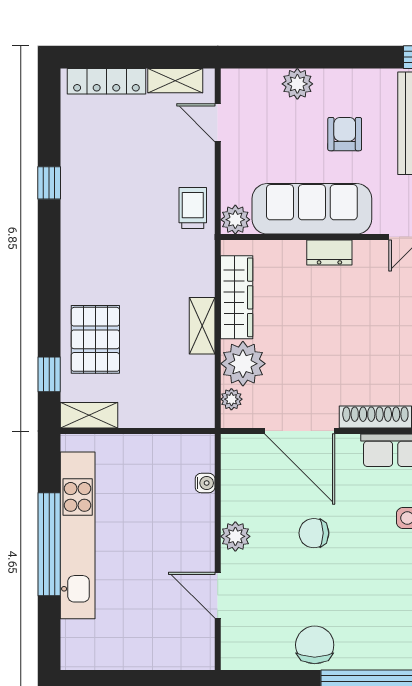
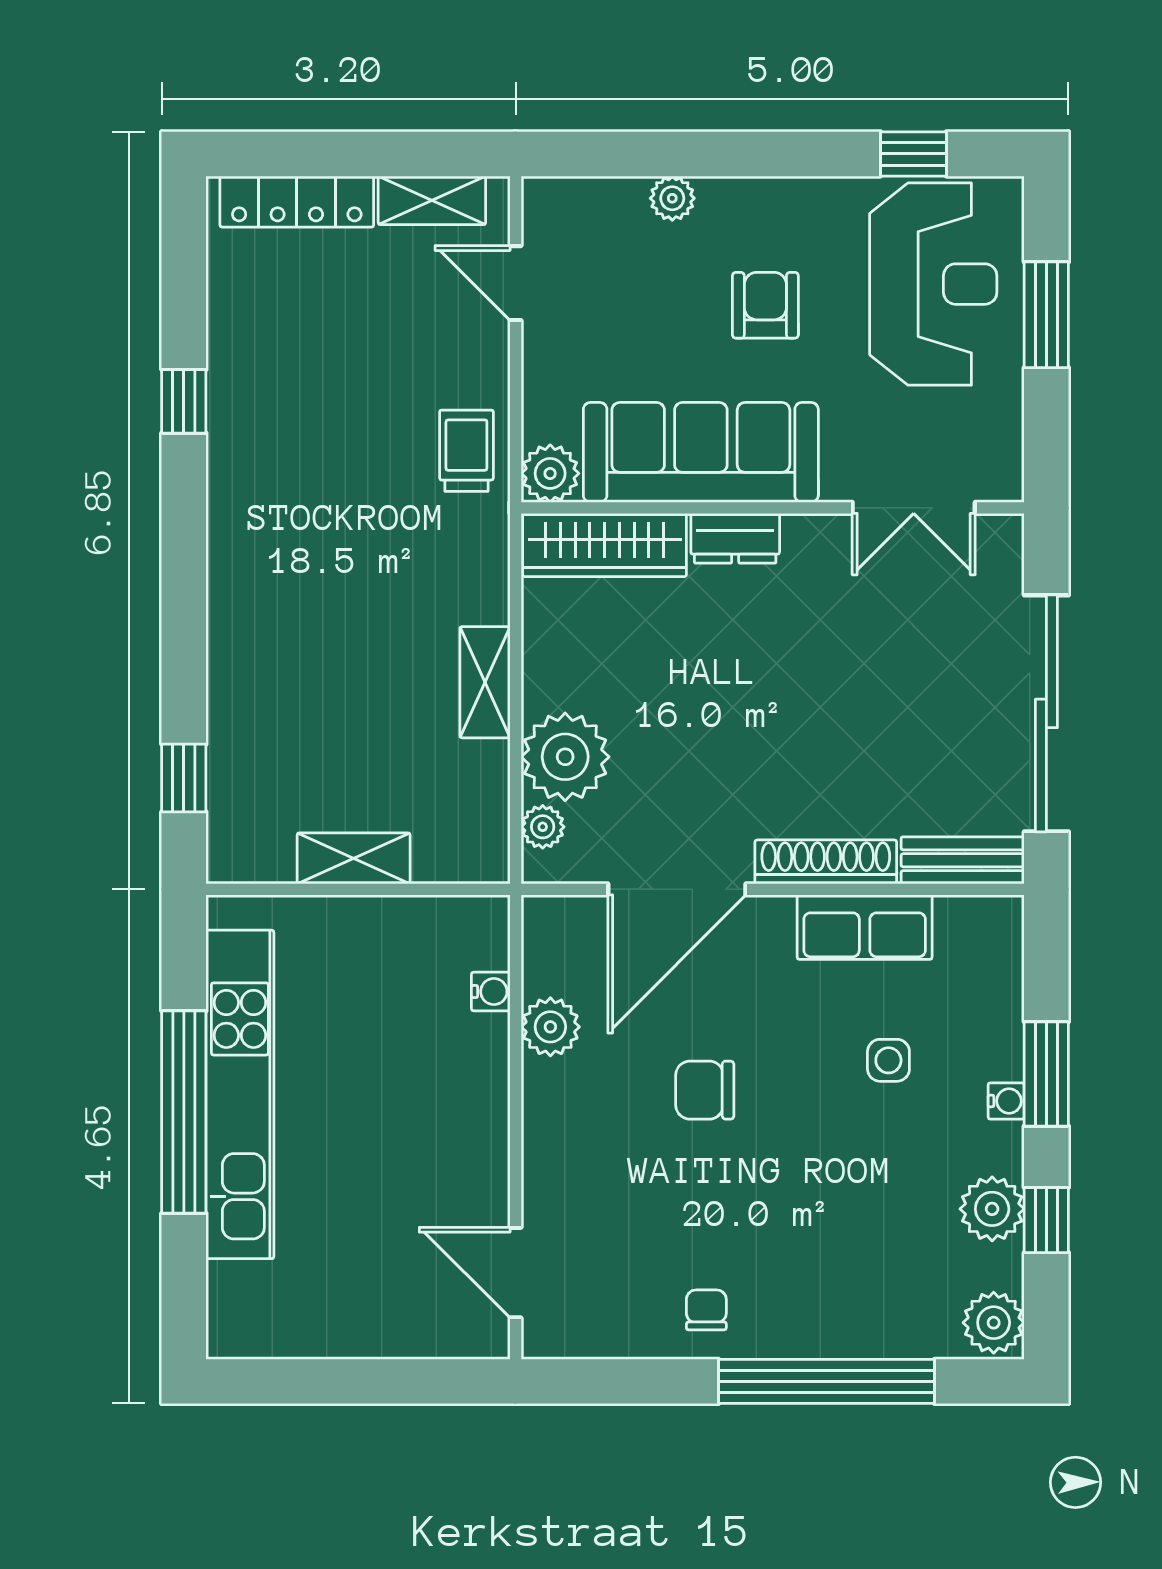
plant: (297, 84) -> (672, 198), width x0.73, depth x0.73
wardrobe: (237, 297) -> (605, 545), moved, turned 90
pallet: (95, 339) -> (275, 709), removed
shelving: (89, 415) -> (354, 858), moved
door: (300, 431) -> (677, 889), hinge flipped
plant: (235, 536) -> (550, 1027), moved
door: (218, 595) -> (516, 1273), moved
chair: (315, 645) -> (706, 1310), width x0.54, depth x0.54

